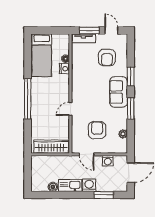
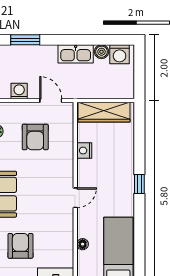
nightstand: (64, 69) -> (84, 151), moved
window: (28, 99) -> (139, 184), width x0.32
door: (70, 109) -> (75, 198), moved
washing machine: (89, 185) -> (120, 54), moved

